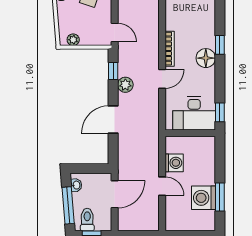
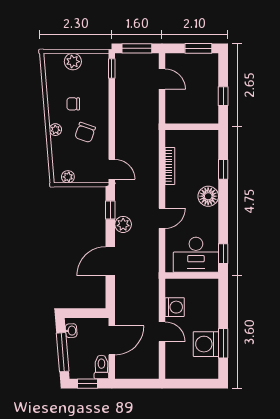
window: (220, 45) -> (223, 169), moved
bookcase: (170, 49) -> (170, 166), moved
toilet: (87, 219) -> (101, 367), moved

